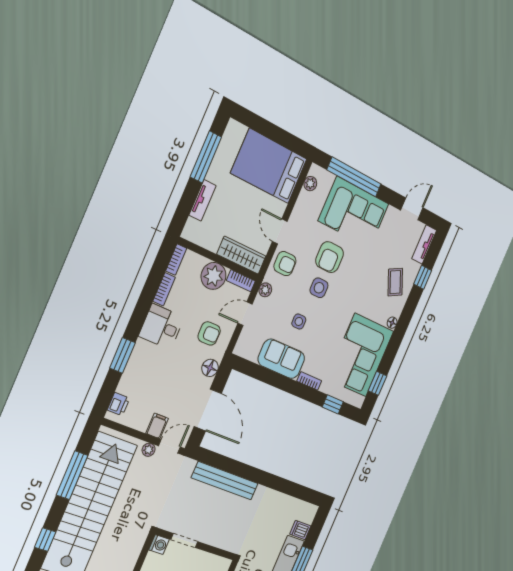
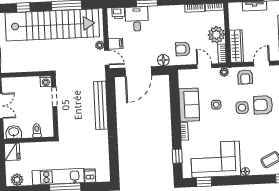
desk: (162, 327) -> (137, 19), moved
armchair: (209, 333) -> (183, 49), turned 90

